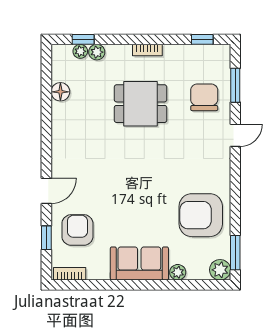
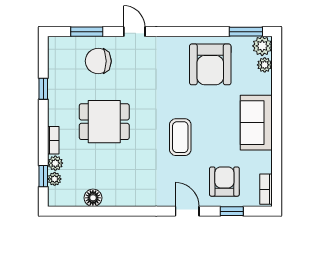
window: (202, 39) -> (43, 89), moved
bookcase: (147, 50) -> (53, 140), moved
dining table: (141, 104) -> (104, 122), turned 90
coffee table: (124, 184) -> (180, 137), added
armchair: (77, 230) -> (224, 182), turned 90
plant: (178, 272) -> (265, 65), moved

